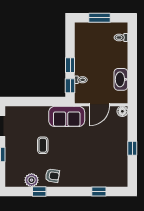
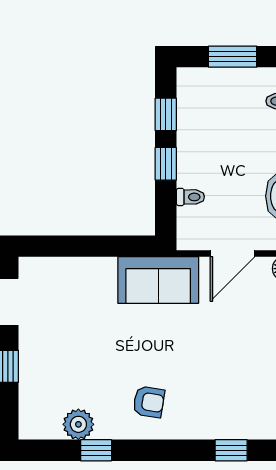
window: (70, 86) -> (166, 114), moved
coffee table: (43, 145) -> (104, 345), removed
armchair: (52, 176) -> (149, 402), moved

